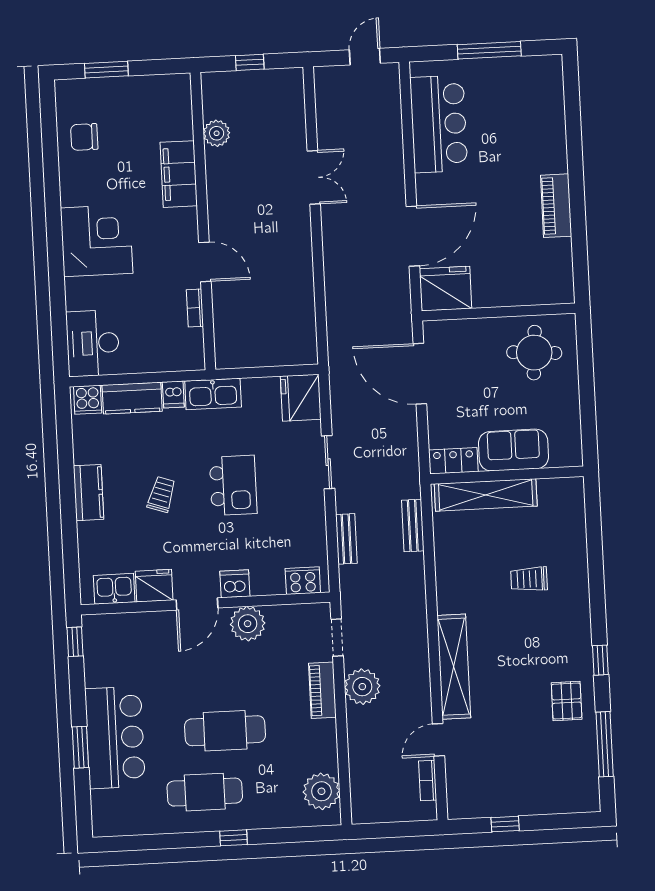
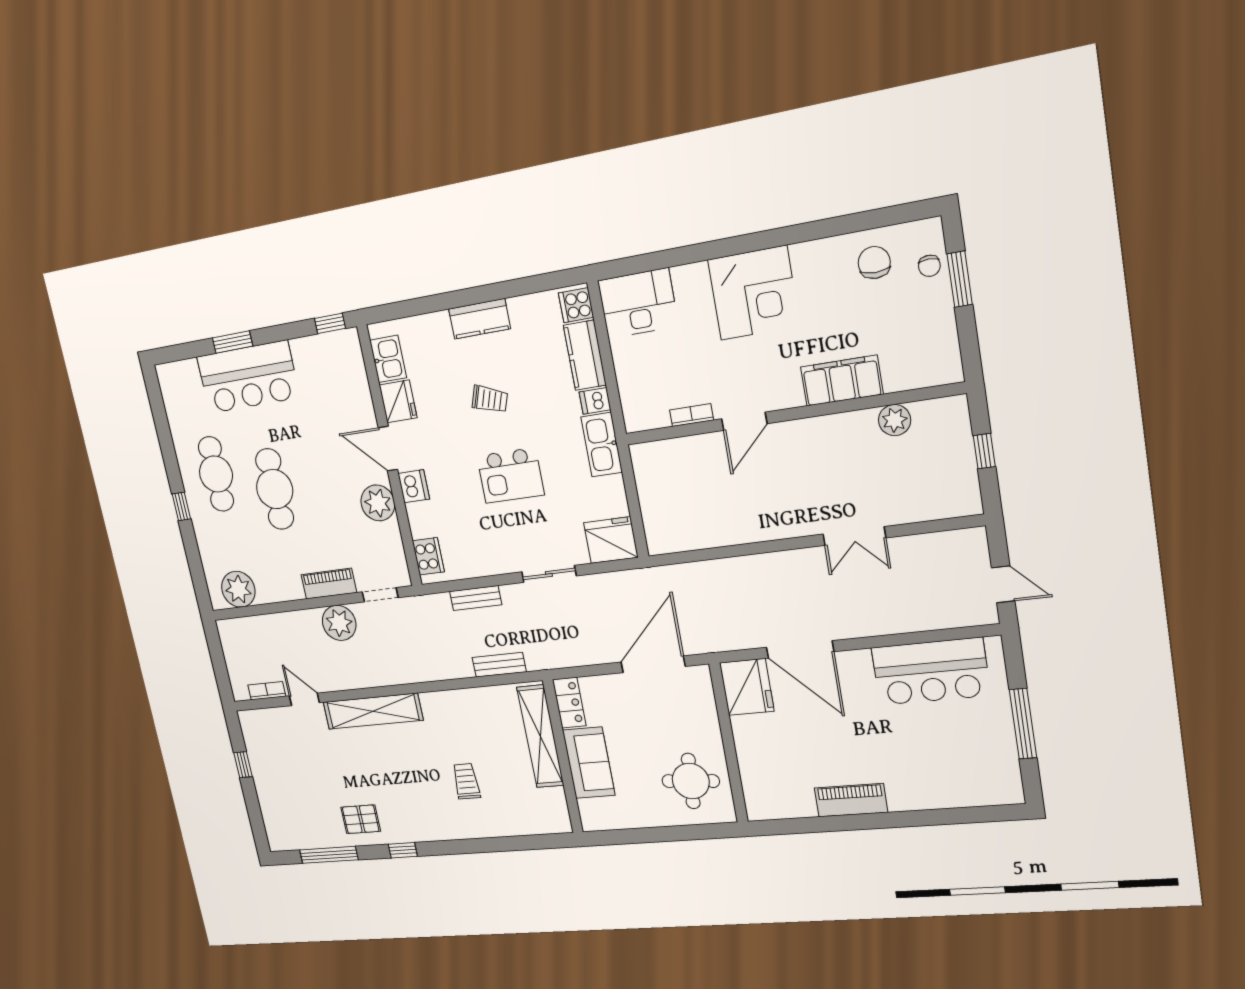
chair: (93, 93) -> (929, 266), added

